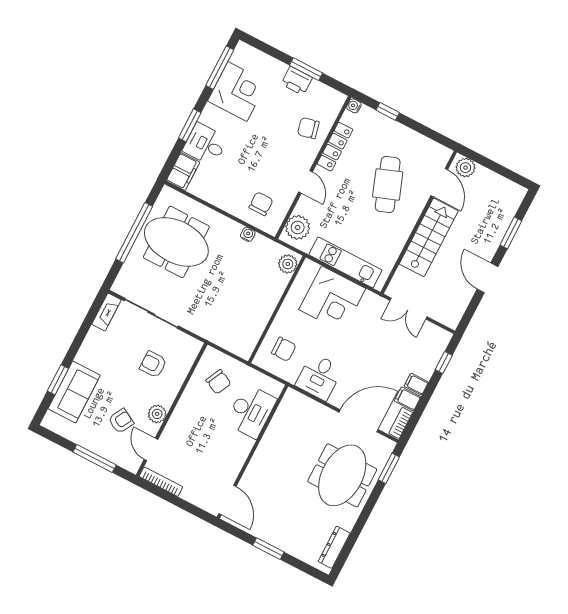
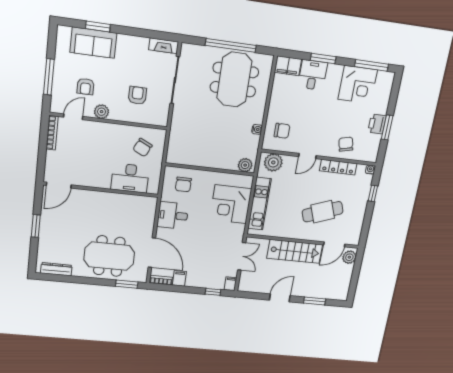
double door: (409, 309) -> (242, 256), swing flipped
filing cabinet: (416, 384) -> (230, 284), moved
armchair: (121, 421) -> (86, 87), turned 61

